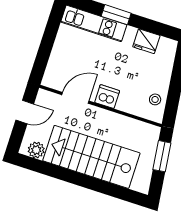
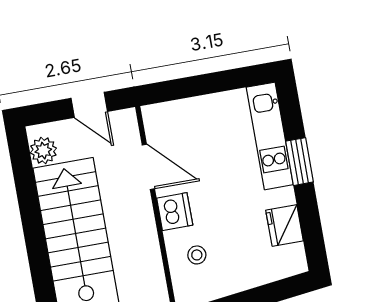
stool: (155, 99) -> (197, 255), moved

